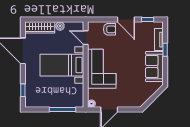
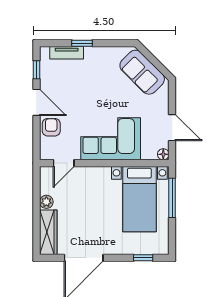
door: (126, 20) -> (36, 102), hinge flipped
bed with nightstands: (62, 65) -> (139, 199), moved
sofa: (154, 67) -> (142, 72), moved, turned 45

